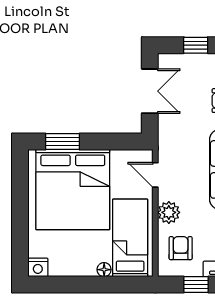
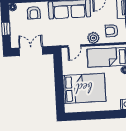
window: (63, 142) -> (60, 95), removed
bed: (73, 190) -> (84, 88), width x0.73

